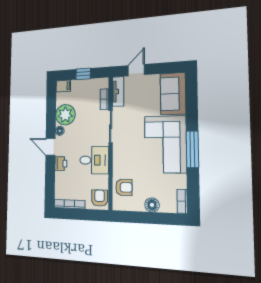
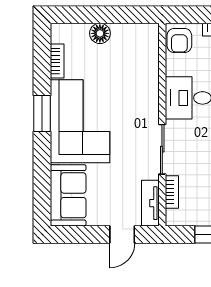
window: (192, 149) -> (42, 114), width x0.69
armchair: (124, 187) -> (141, 58), removed
bookcase: (182, 201) -> (57, 61), moved

